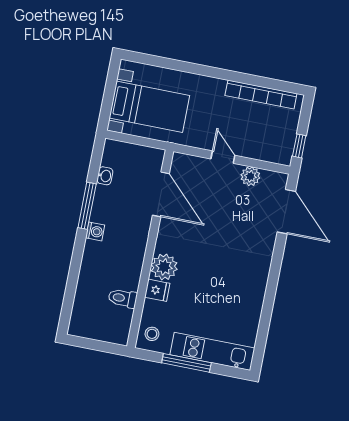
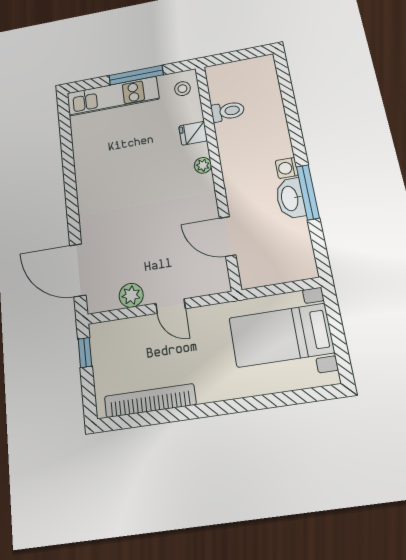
washbasin: (105, 176) -> (290, 198), moved, width x1.91, depth x1.45
door: (161, 194) -> (228, 236), width x0.73
plant: (164, 267) -> (203, 165), width x0.53, depth x0.53

